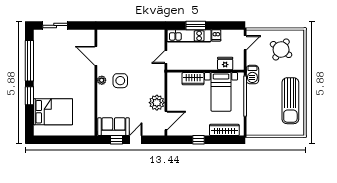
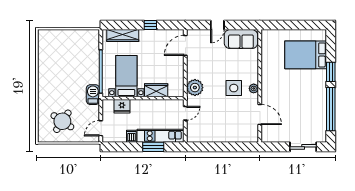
sun lounger: (290, 101) -> (52, 67), removed
plant: (157, 103) -> (195, 88), moved
window: (116, 140) -> (238, 25), removed

